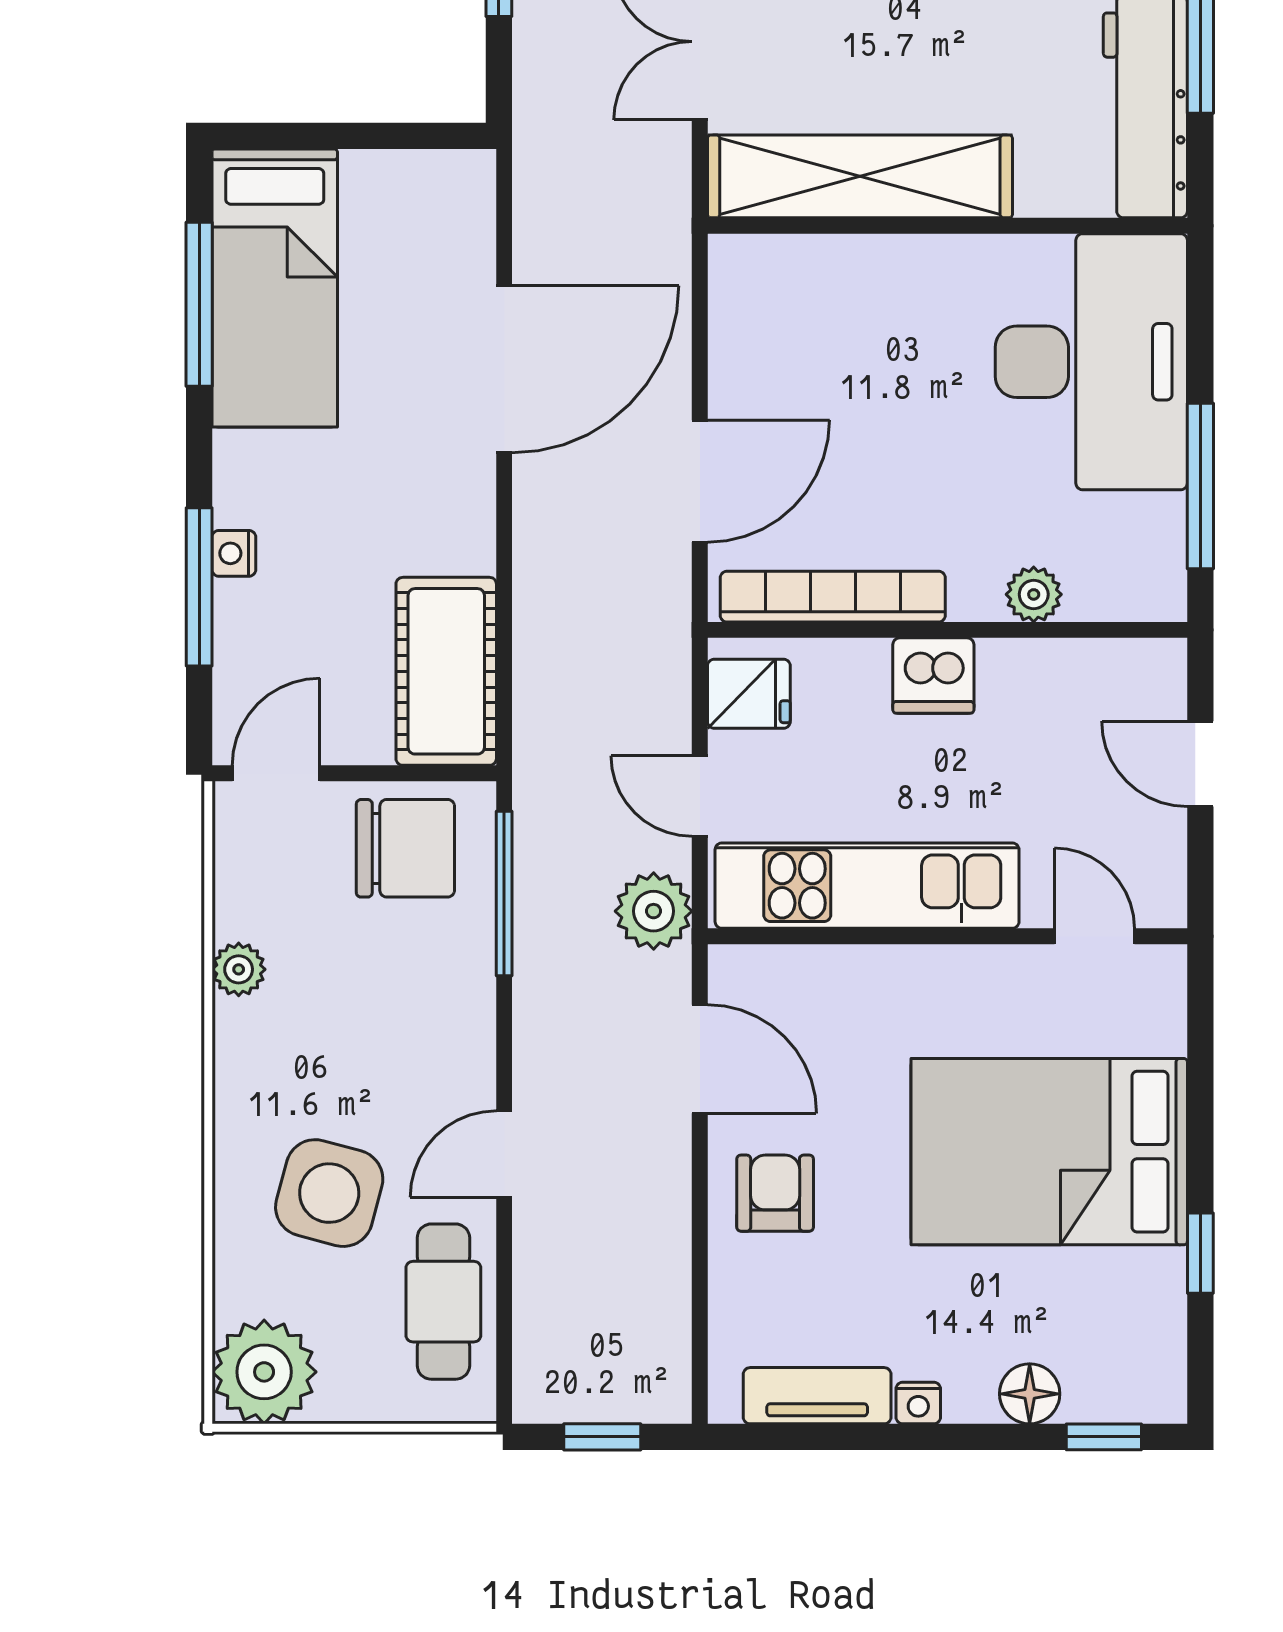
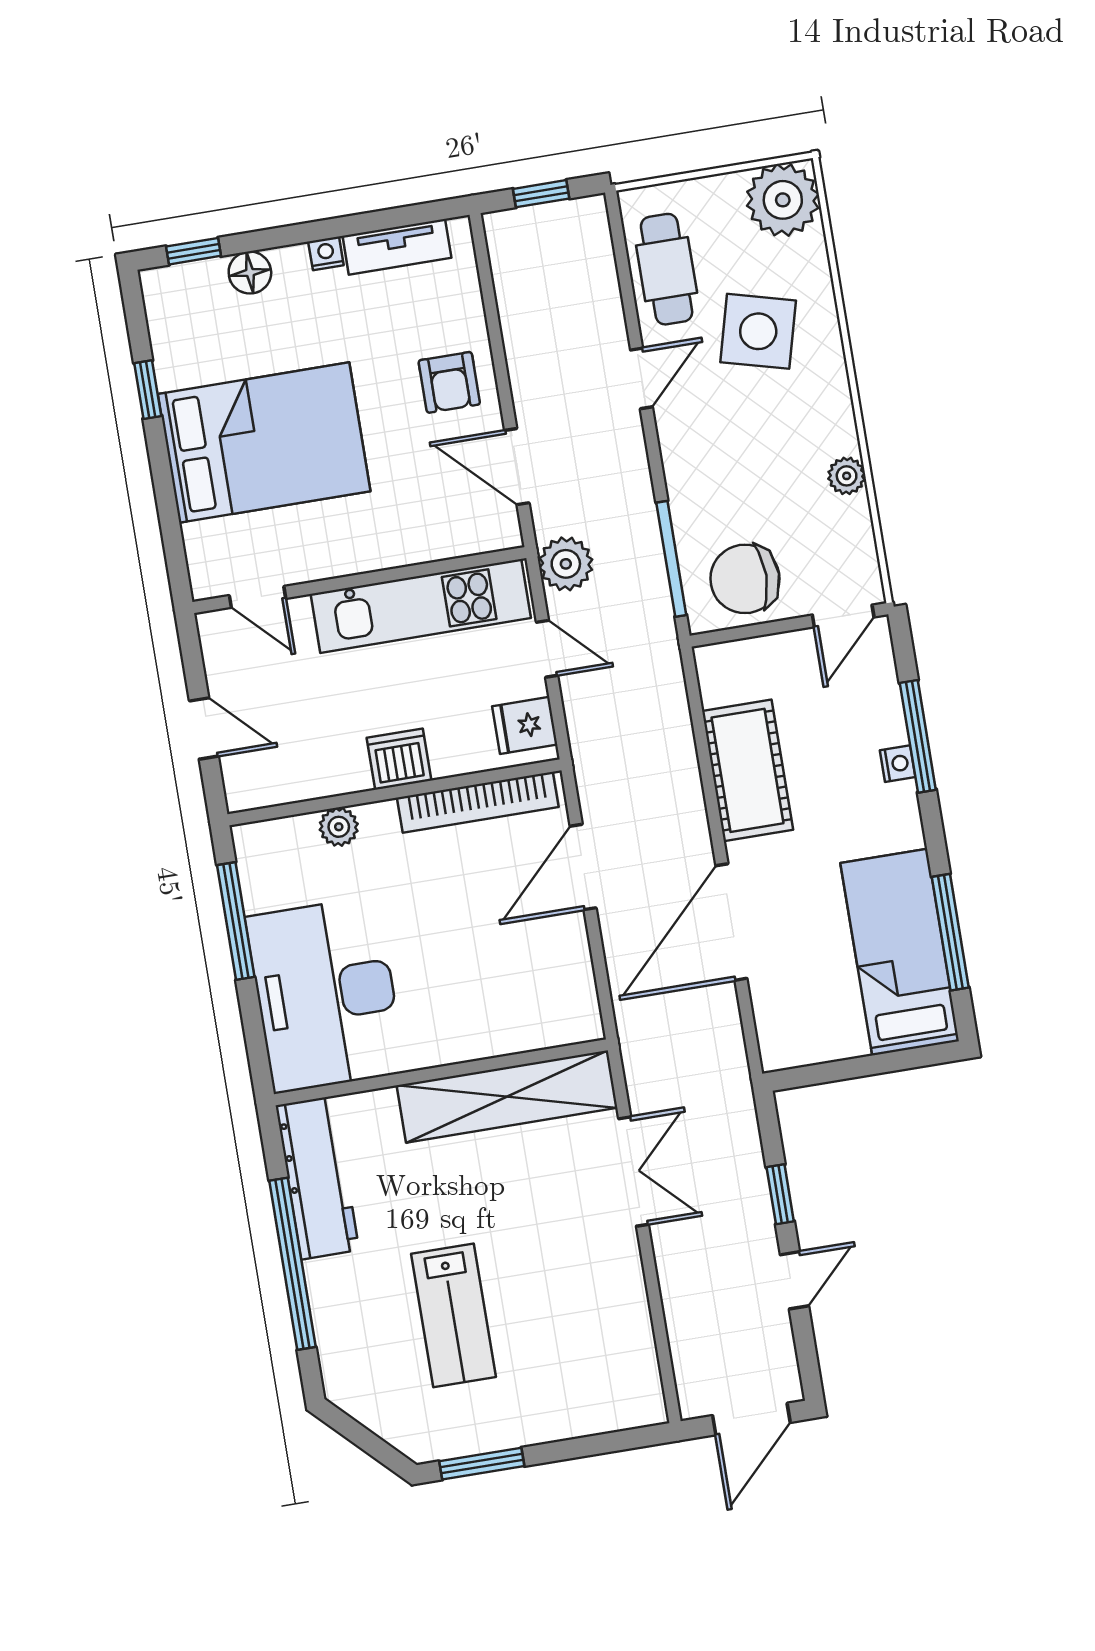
cot: (446, 671) -> (748, 770), moved

